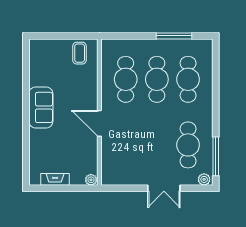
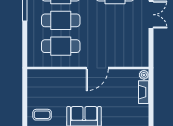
coffee table: (80, 53) -> (42, 115), moved
fireplace: (55, 179) -> (144, 92), moved

